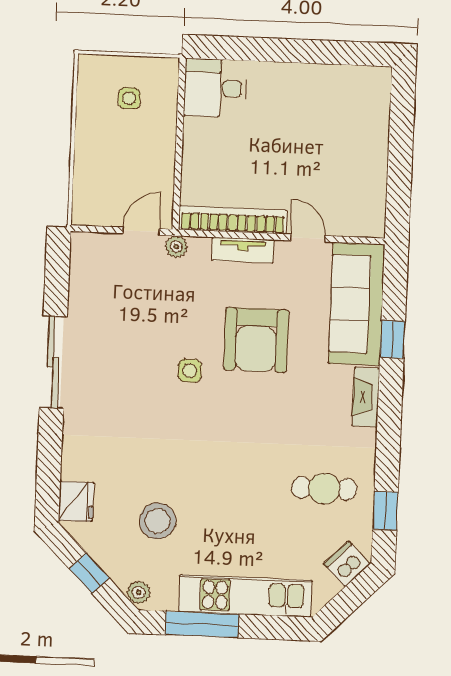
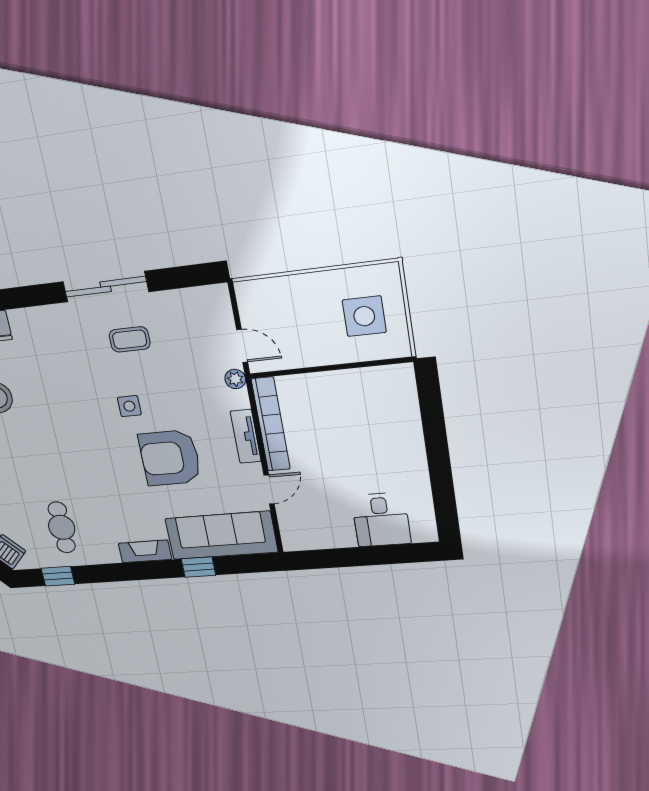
desk: (215, 88) -> (381, 520), moved, turned 180
side table: (129, 98) -> (364, 316), width x1.87, depth x1.87
coffee table: (115, 351) -> (130, 339), added

